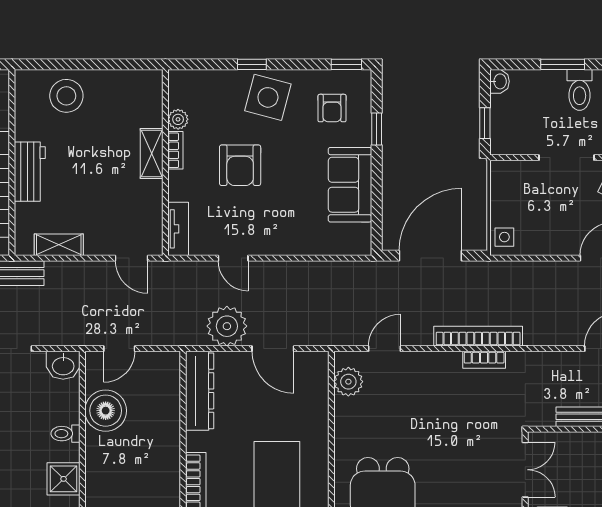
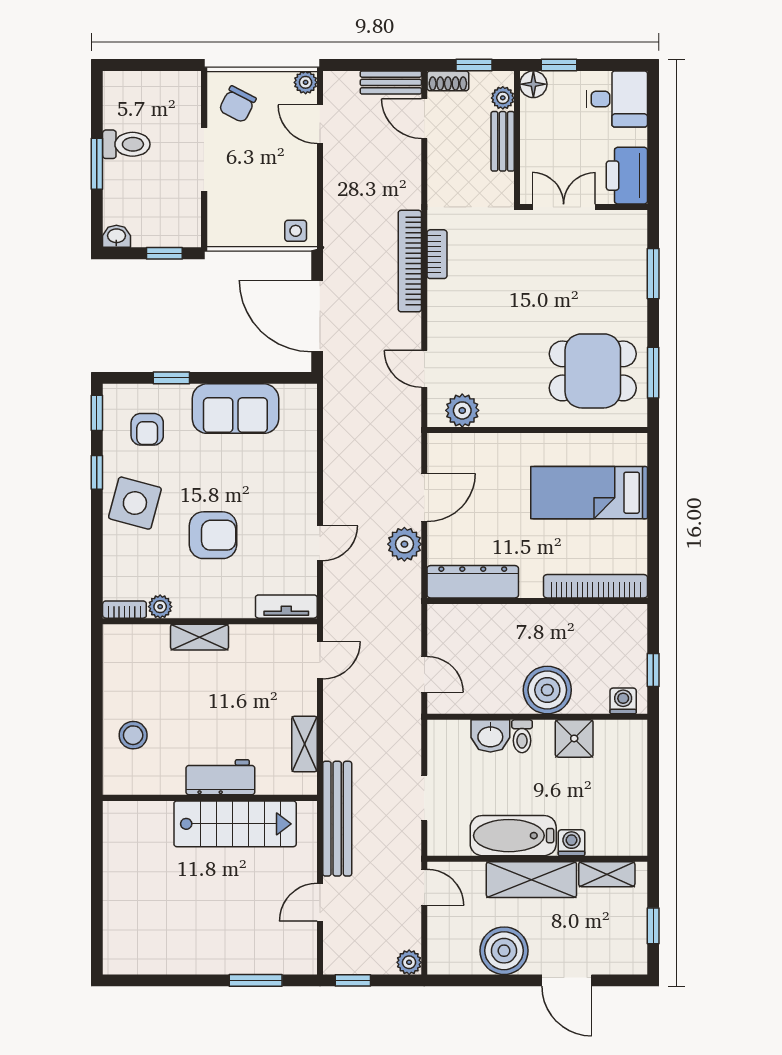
window: (252, 64) -> (97, 472), moved
stool: (66, 96) -> (133, 735), width x0.73, depth x0.73
armchair: (332, 108) -> (147, 429), turned 90
bookcase: (175, 150) -> (124, 610), moved
plant: (227, 326) -> (404, 544), width x0.73, depth x0.73
washbasin: (63, 365) -> (490, 736), moved, turned 90
boiler: (106, 411) -> (547, 690), moved

